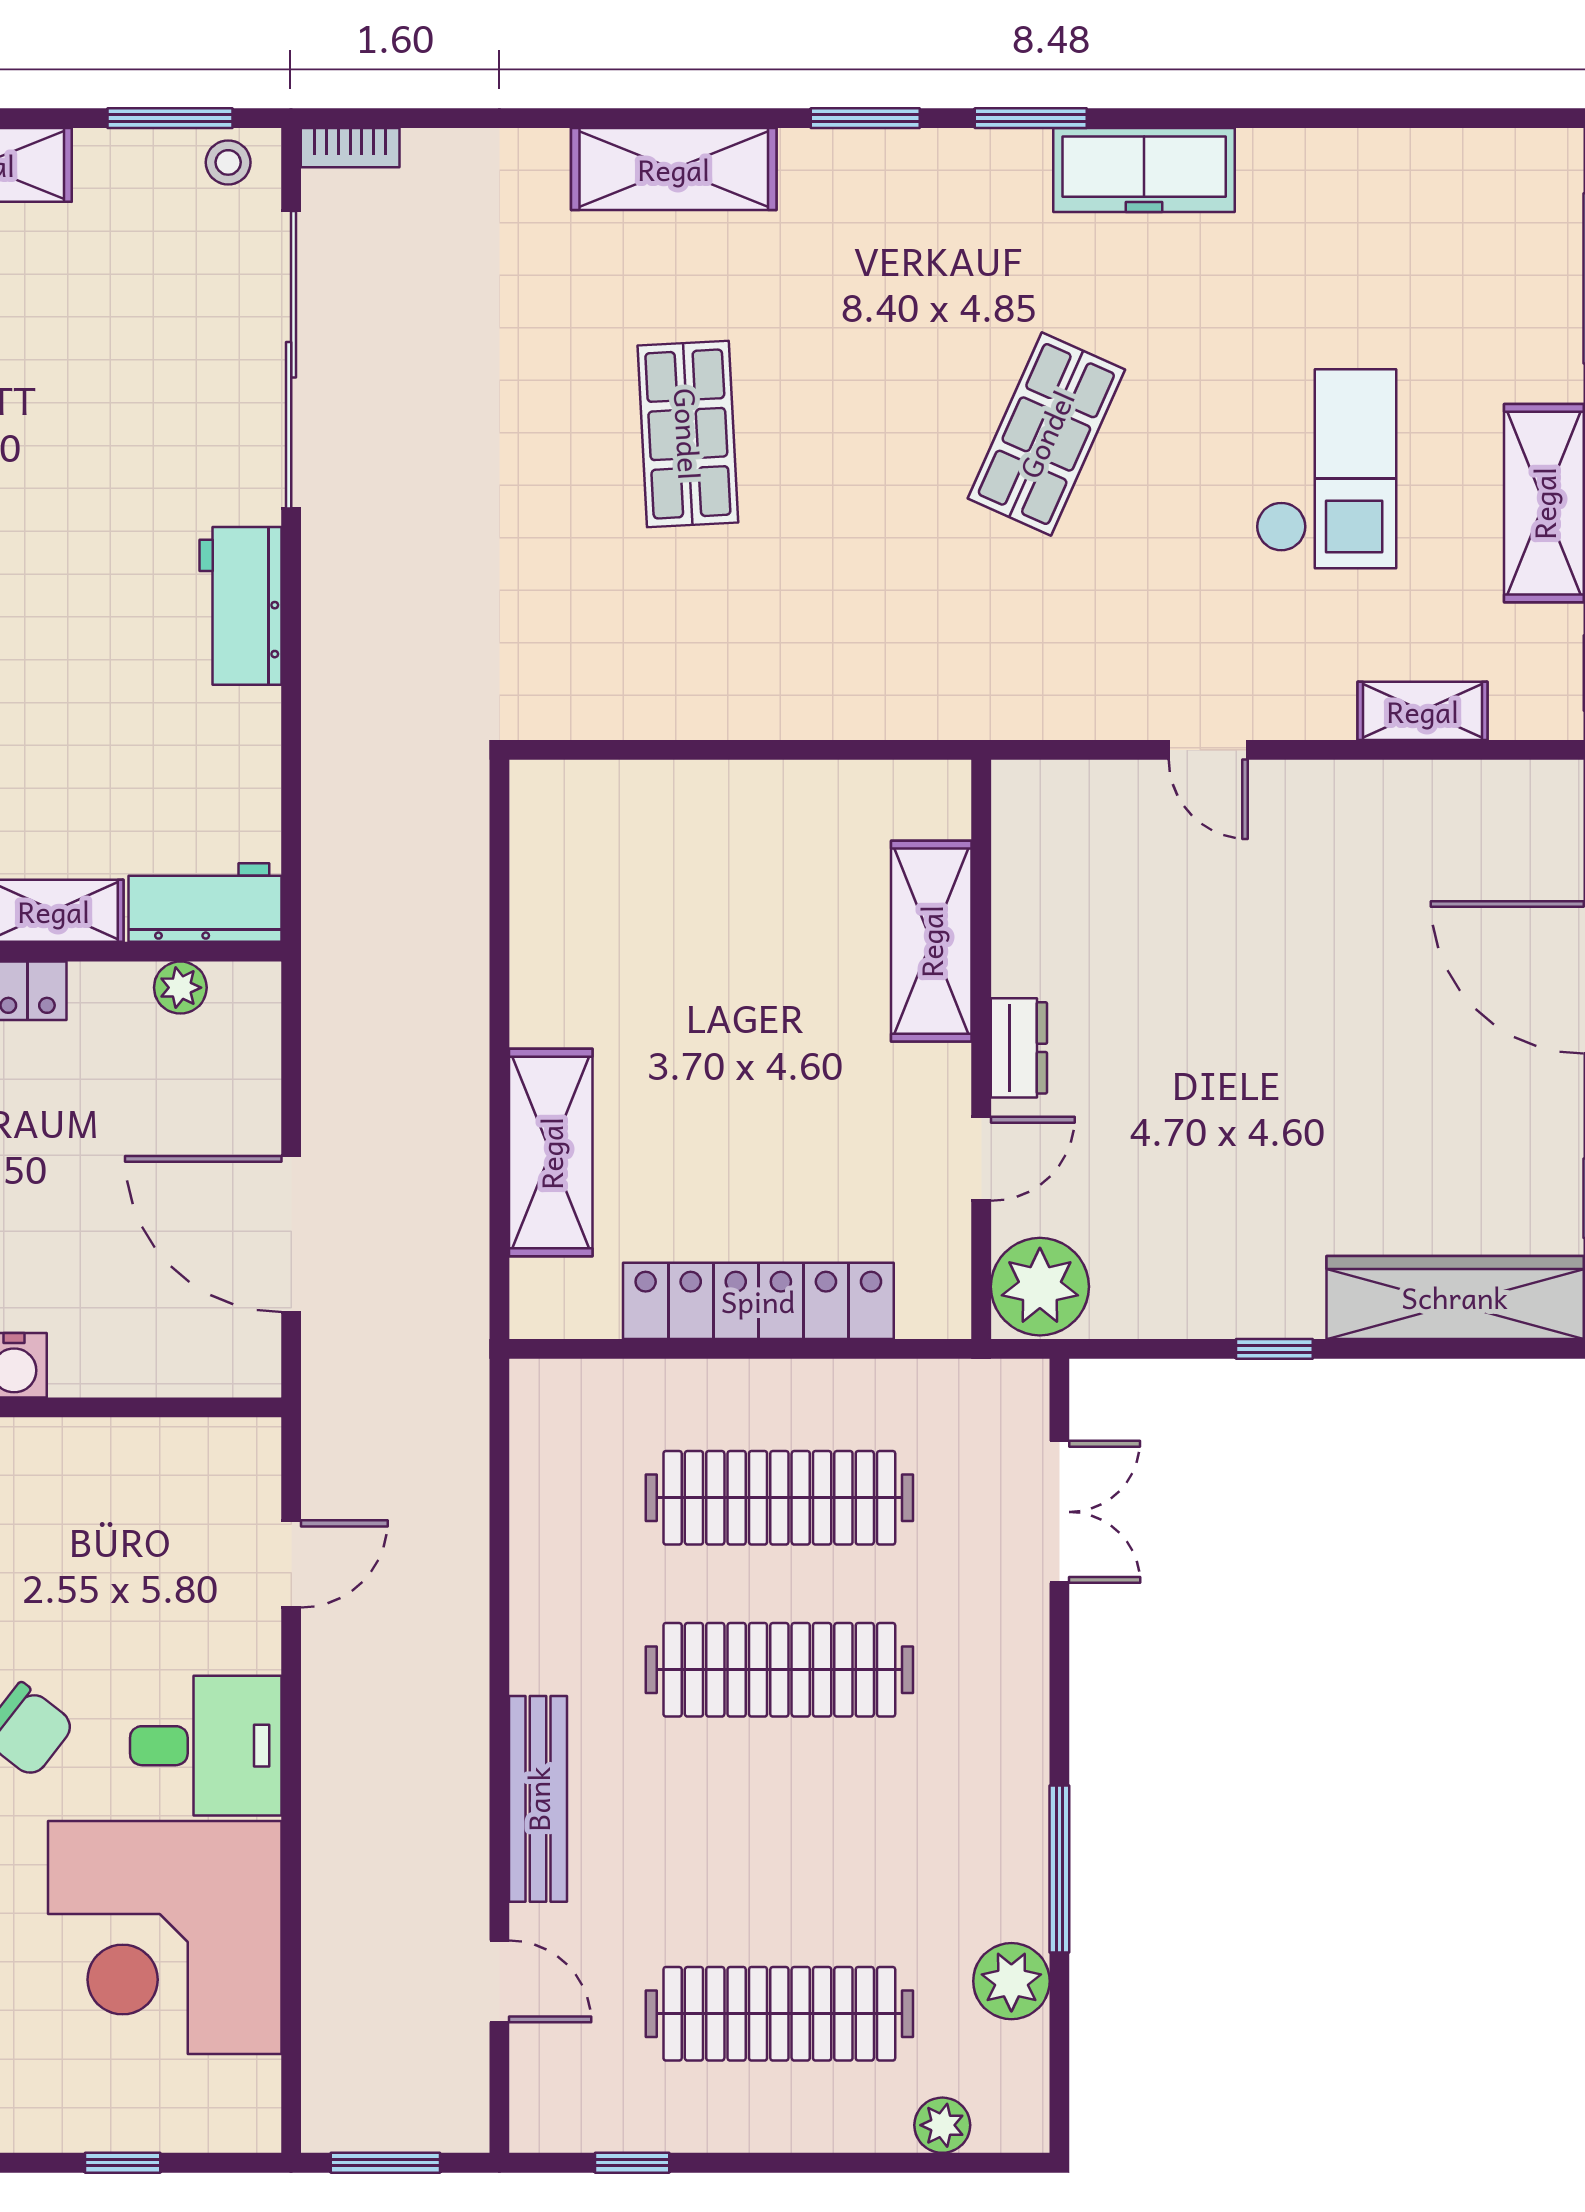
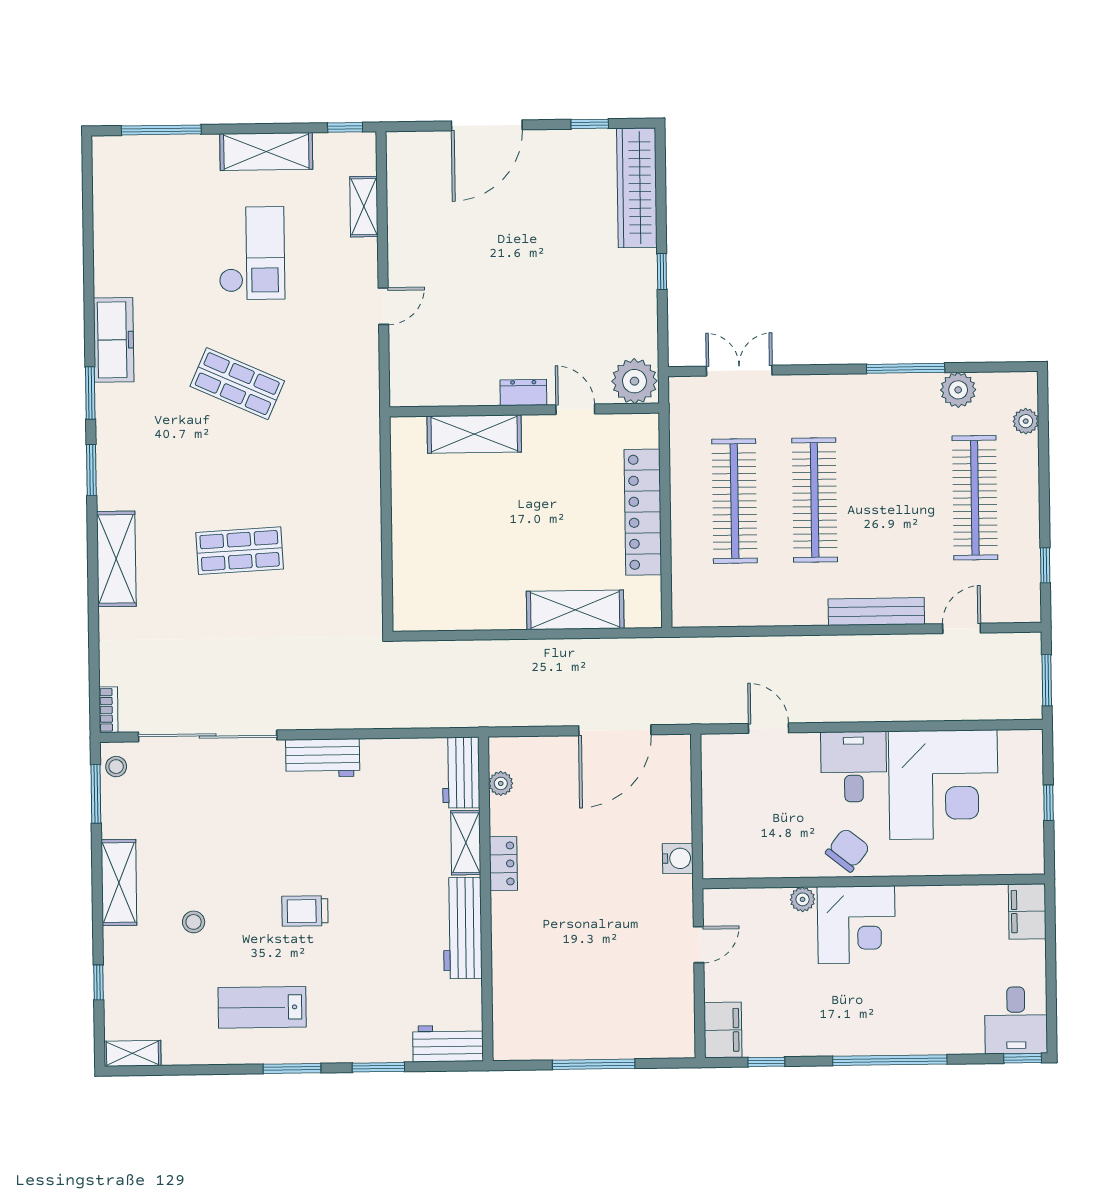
checkout: (1326, 469) -> (252, 253), turned 90

